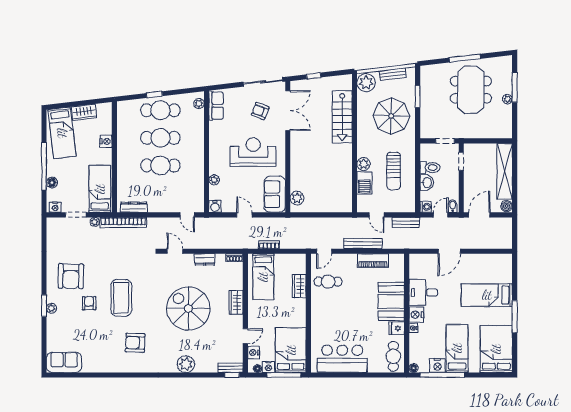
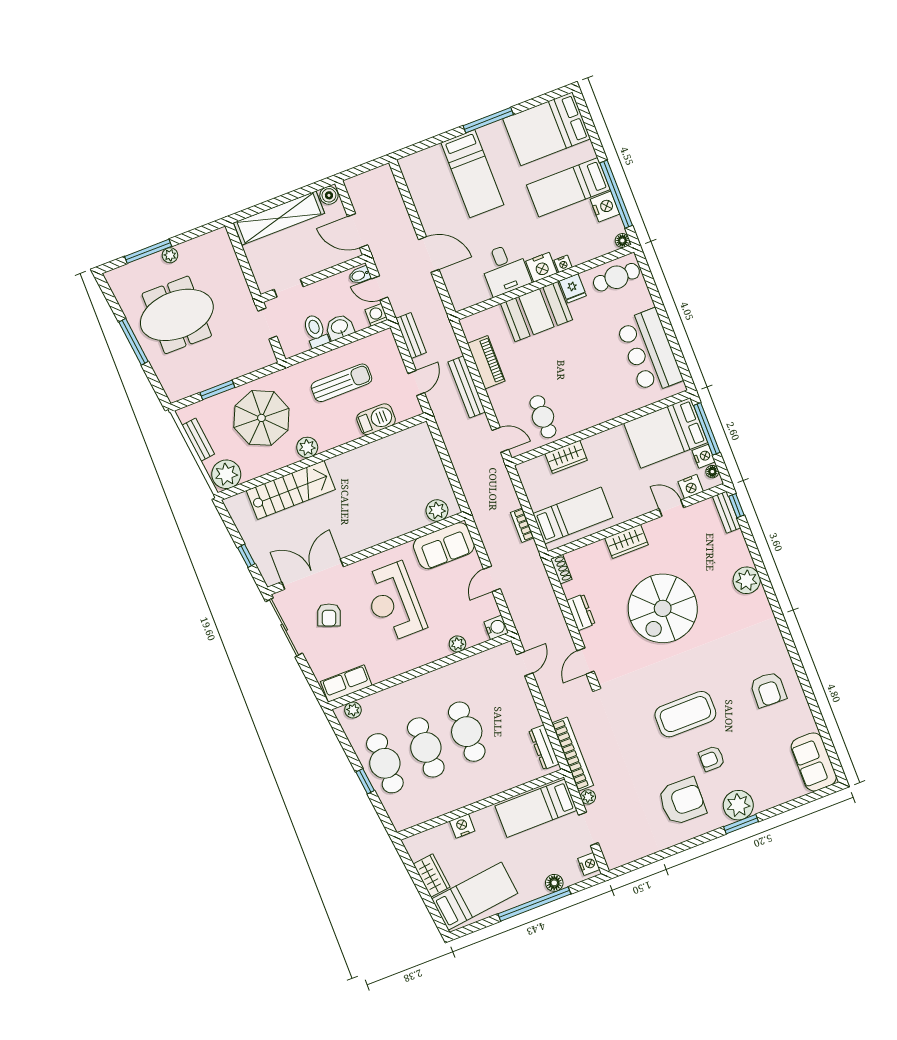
plant: (363, 164) -> (307, 447), moved
plant: (51, 308) -> (738, 805), width x1.87, depth x1.87
armchair: (135, 343) -> (768, 689), moved

